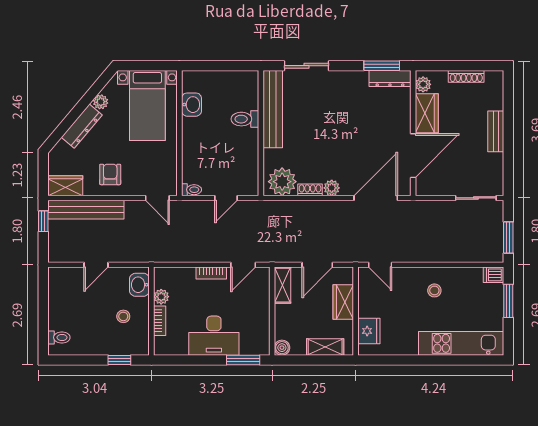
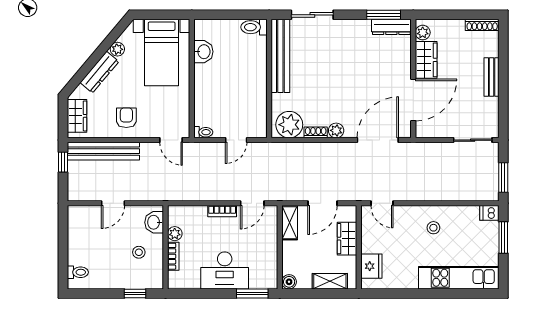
shoe rack: (466, 76) -> (482, 25), moved
toilet: (245, 119) -> (254, 27), moved
wardrobe: (65, 186) -> (77, 116), moved, turned 90

